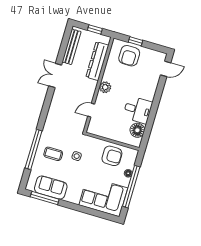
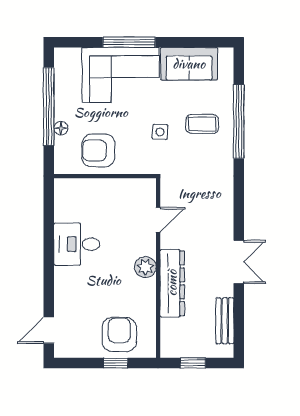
bench: (72, 47) -> (225, 321), width x0.73
dresser: (97, 61) -> (172, 283), moved
floor lamp: (137, 130) -> (67, 208), removed
corner sofa: (103, 197) -> (120, 75), moved
window: (45, 198) -> (129, 42), moved

